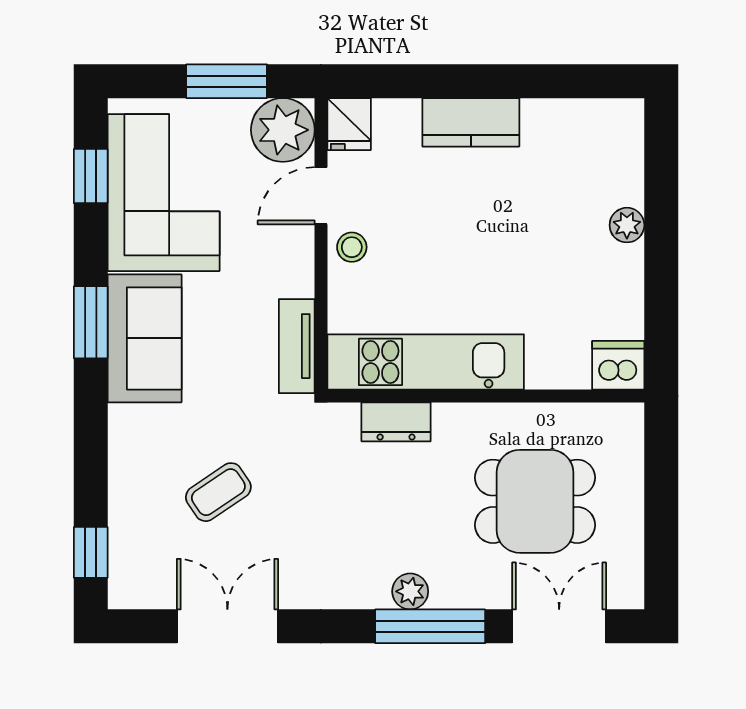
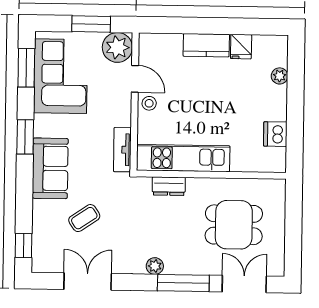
fridge: (349, 124) -> (241, 47), moved
window: (91, 176) -> (26, 68), width x1.50
door: (321, 196) -> (135, 79), swing flipped
plant: (627, 225) -> (280, 76), moved
sofa: (145, 338) -> (50, 168), moved
dishwasher: (618, 365) -> (275, 134), moved, turned -90
plant: (410, 591) -> (155, 266), moved

